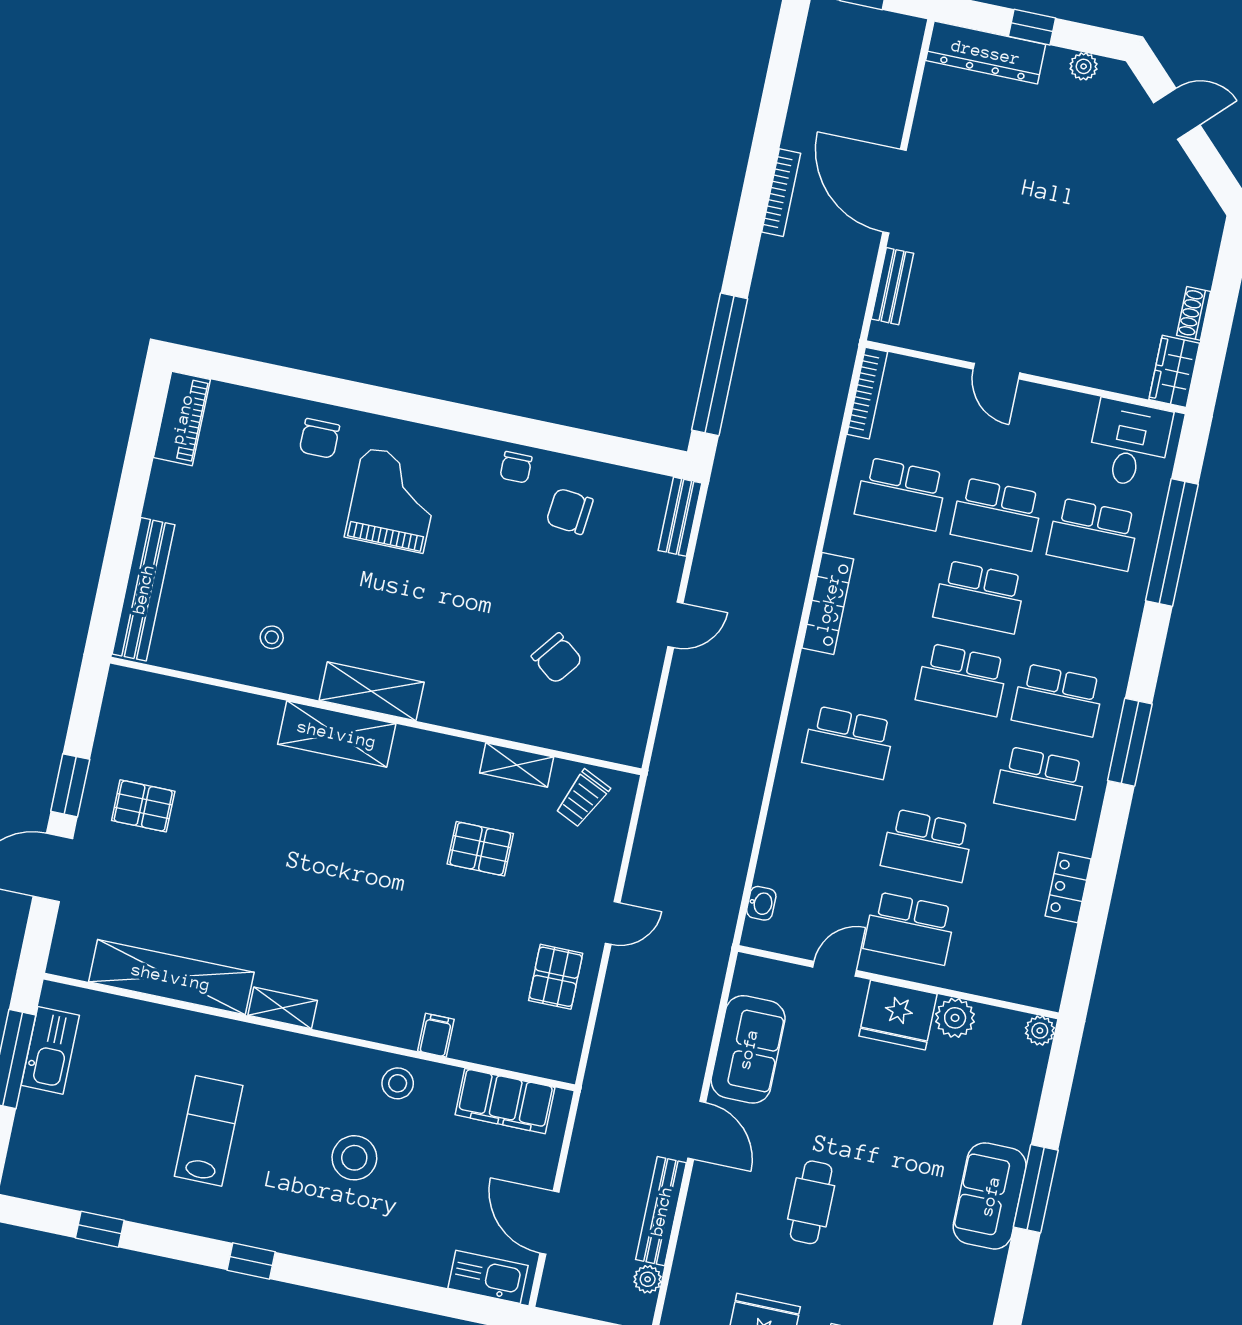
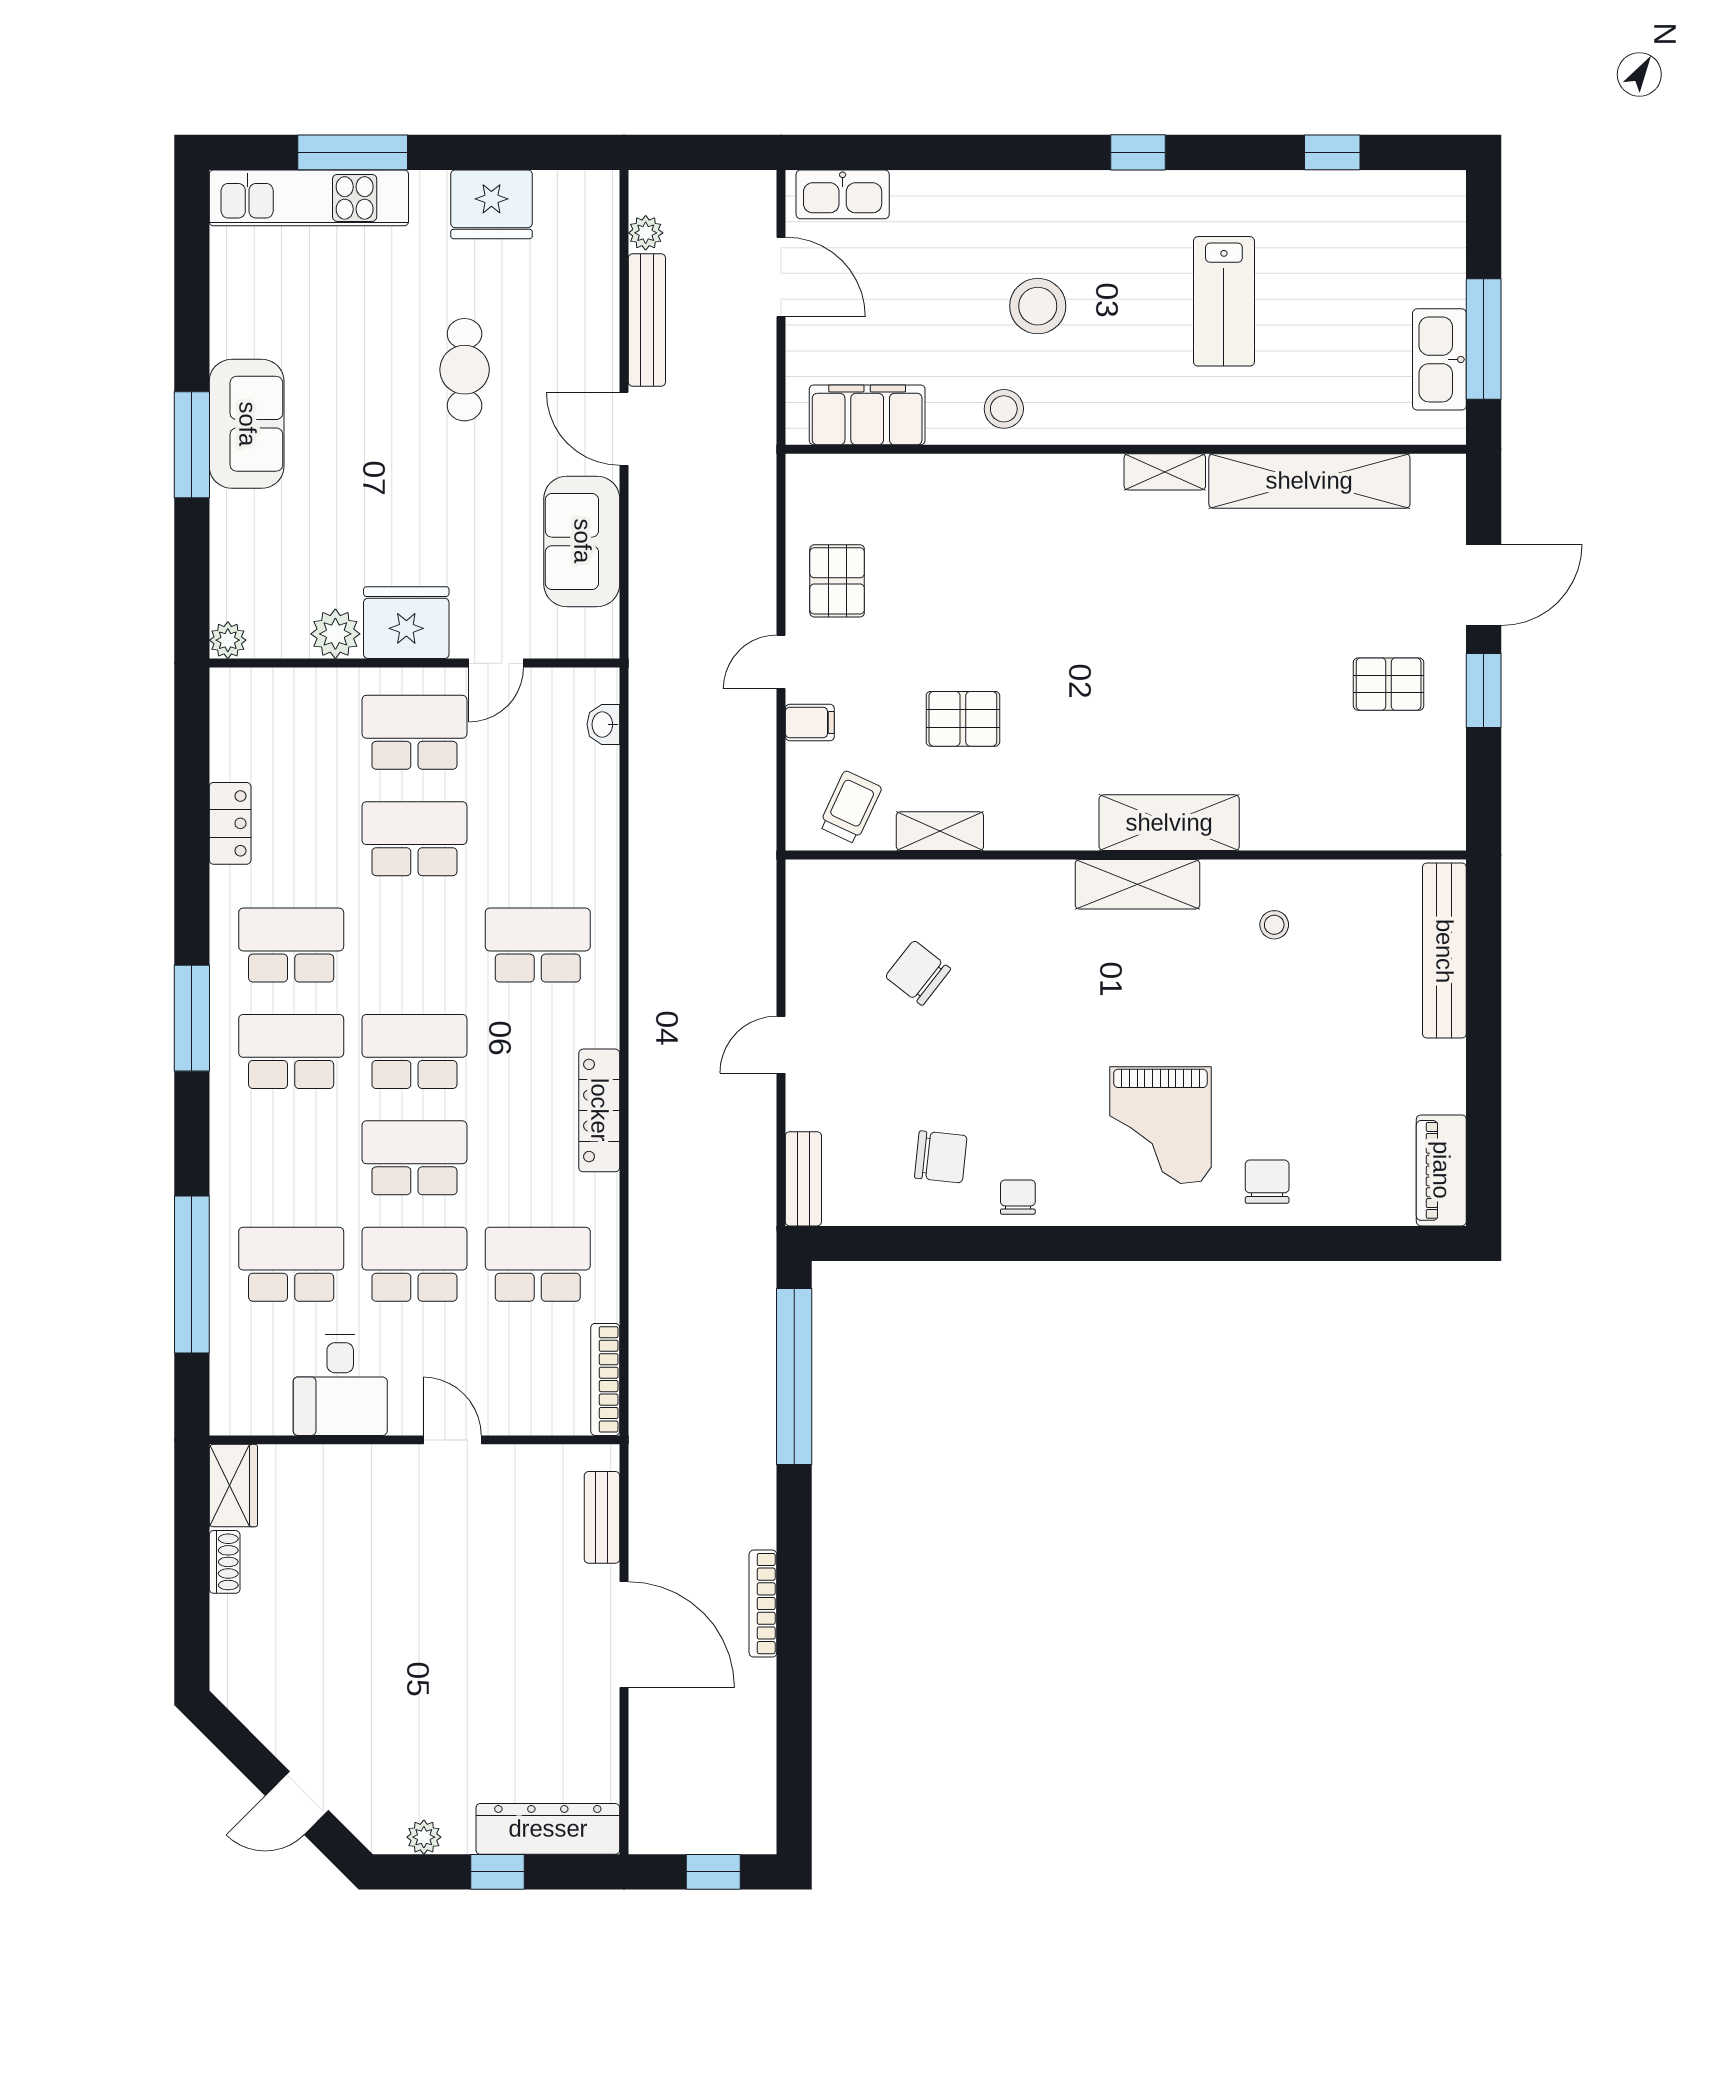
desk: (1129, 444) -> (340, 1385), moved
filing cabinet: (436, 1035) -> (810, 723), moved, turned -90

